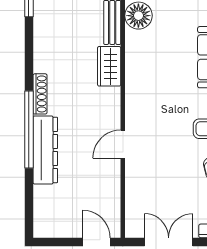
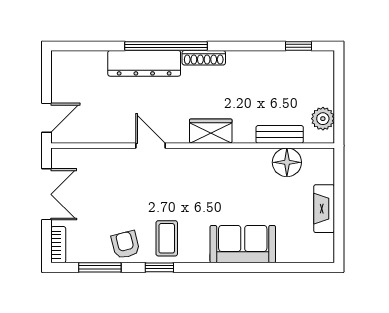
wardrobe: (109, 66) -> (211, 131), moved

